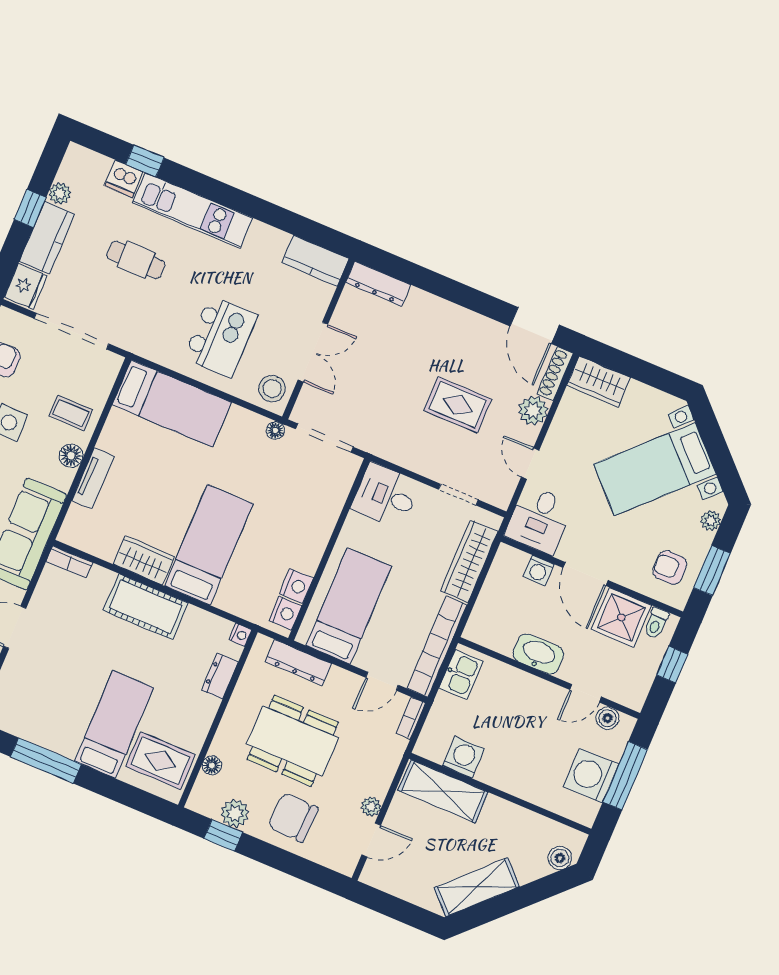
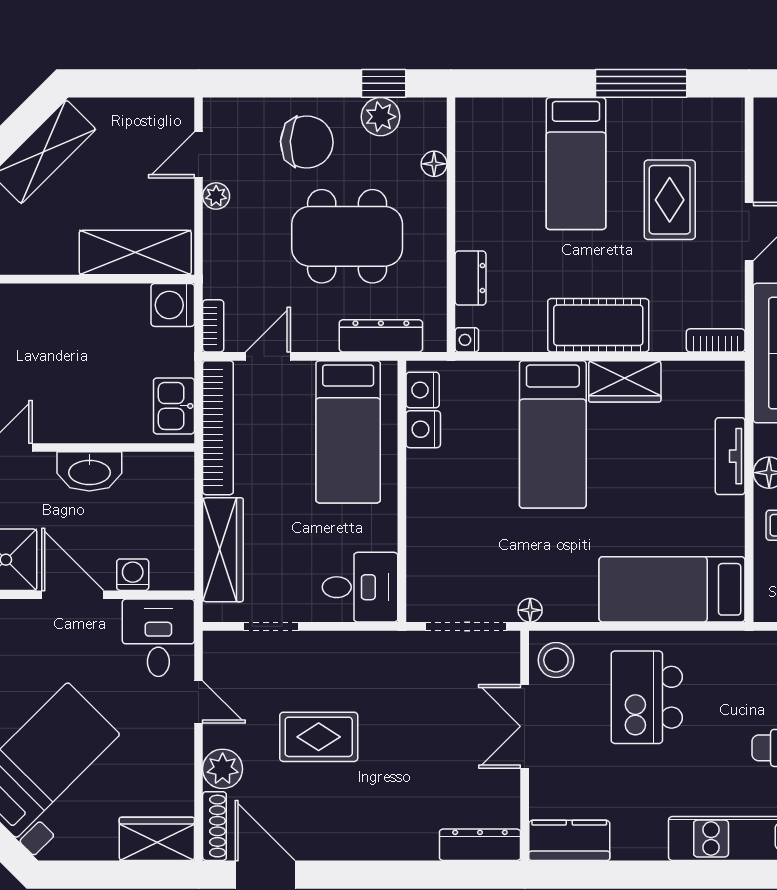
washing machine: (463, 757) -> (173, 305), moved, turned 90
rug: (160, 761) -> (670, 200), moved, turned 90

